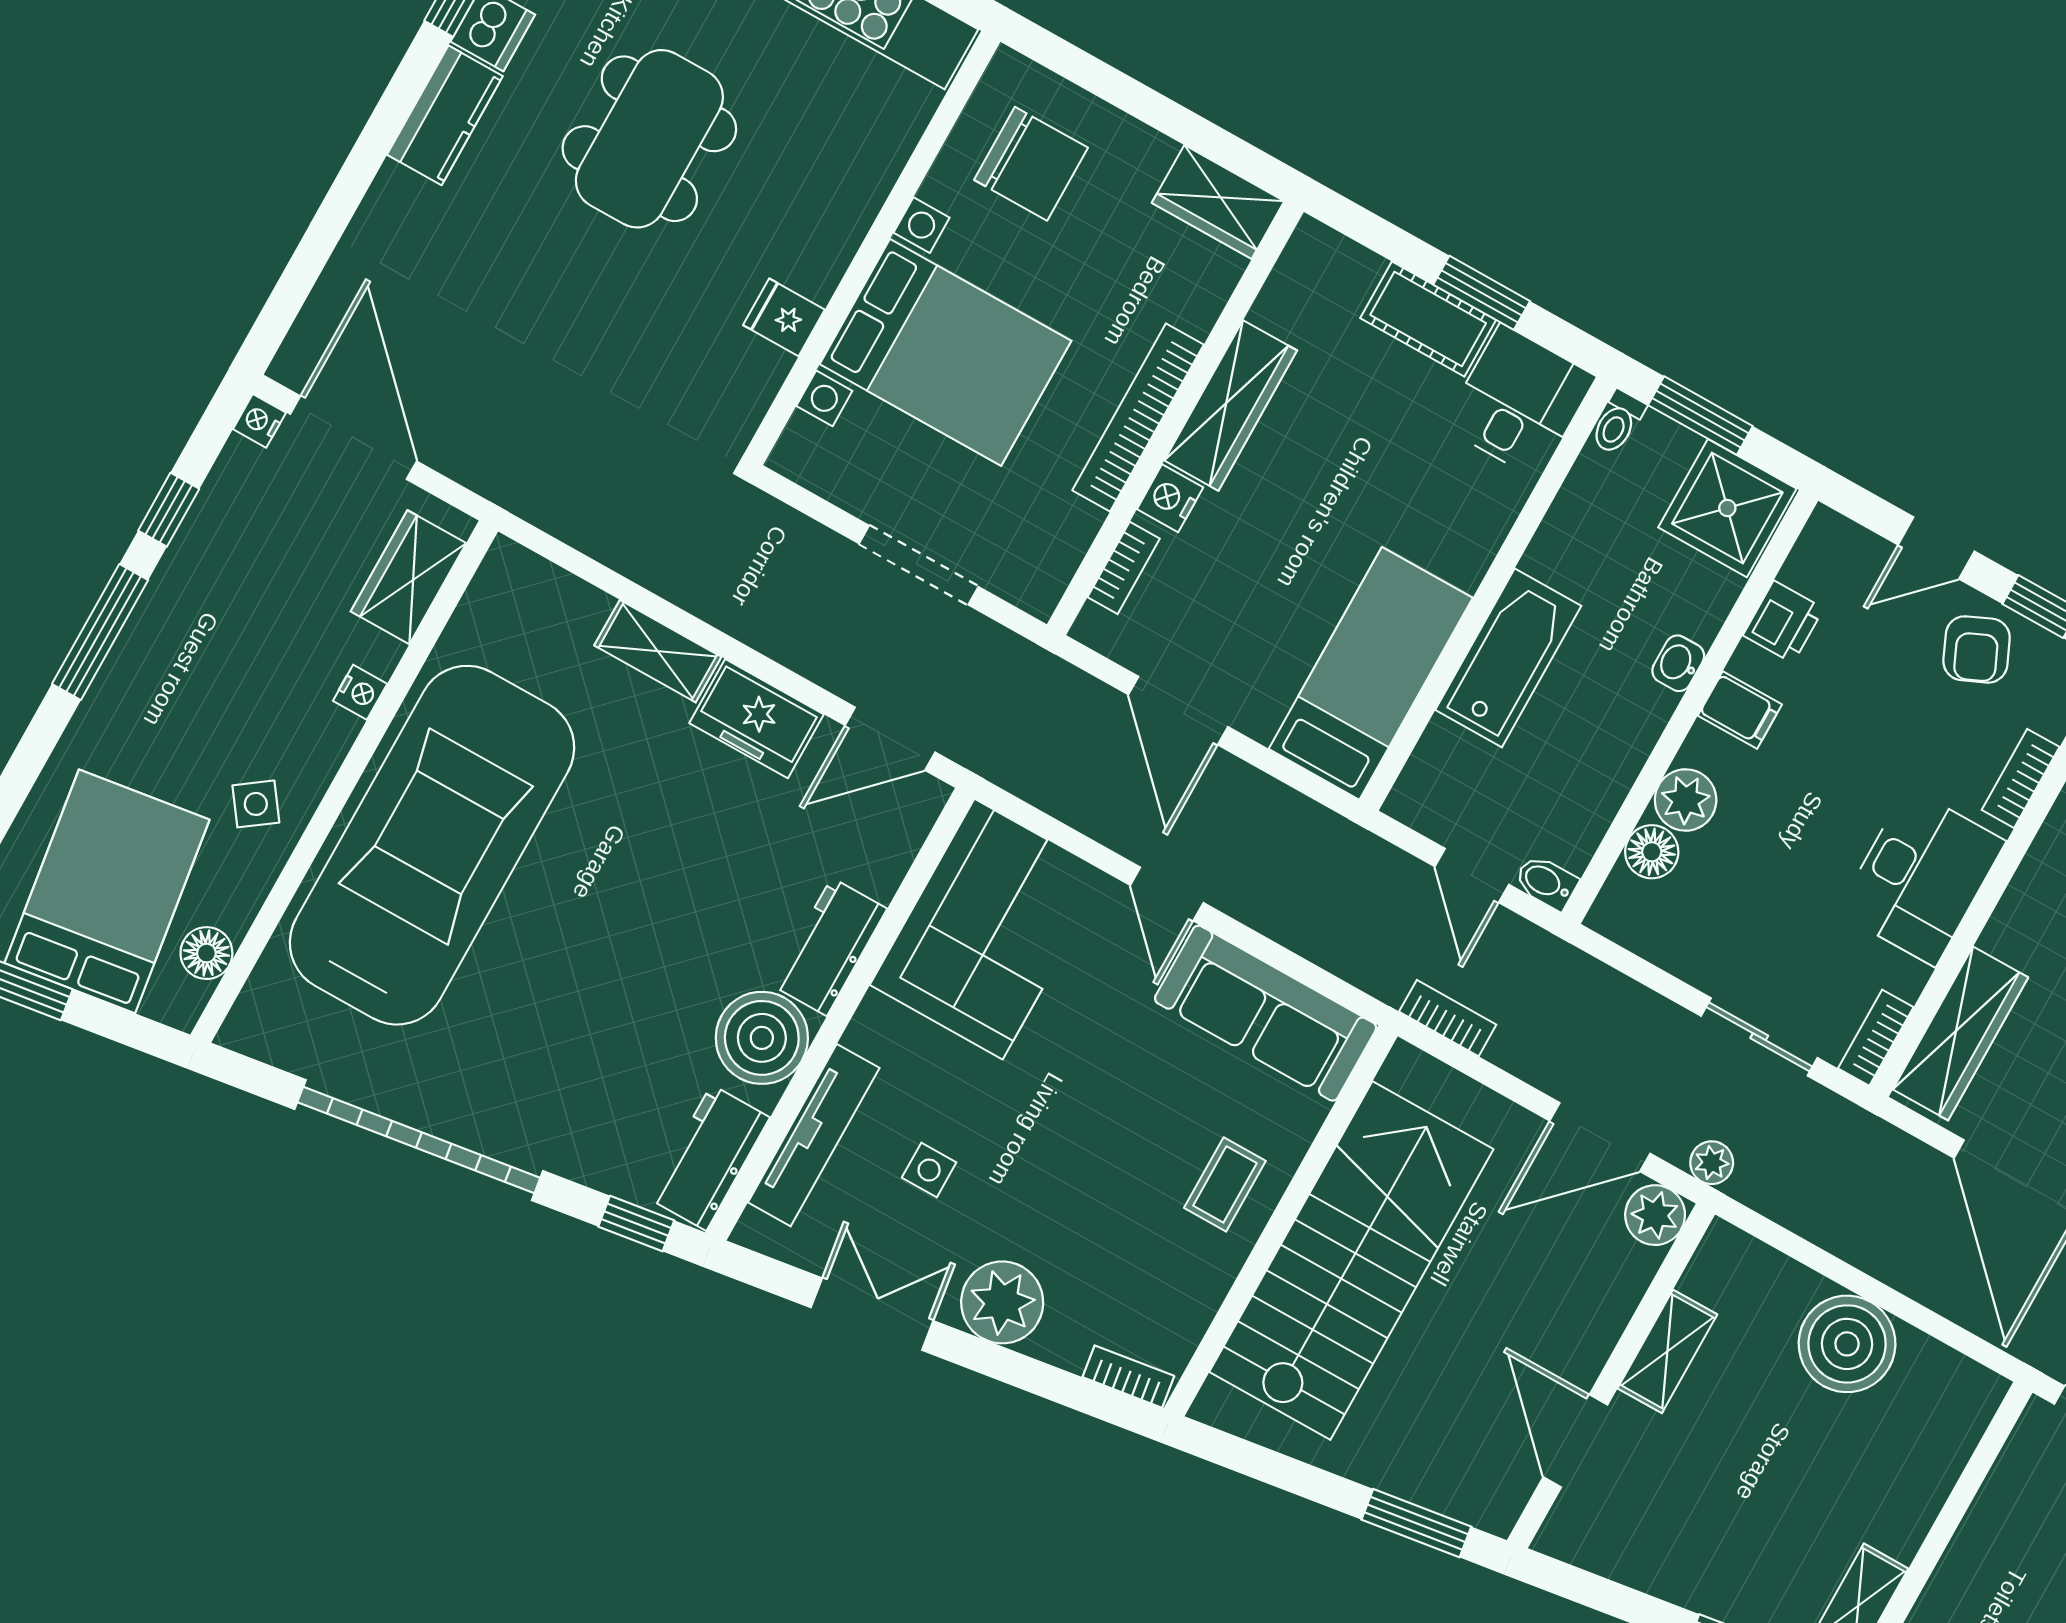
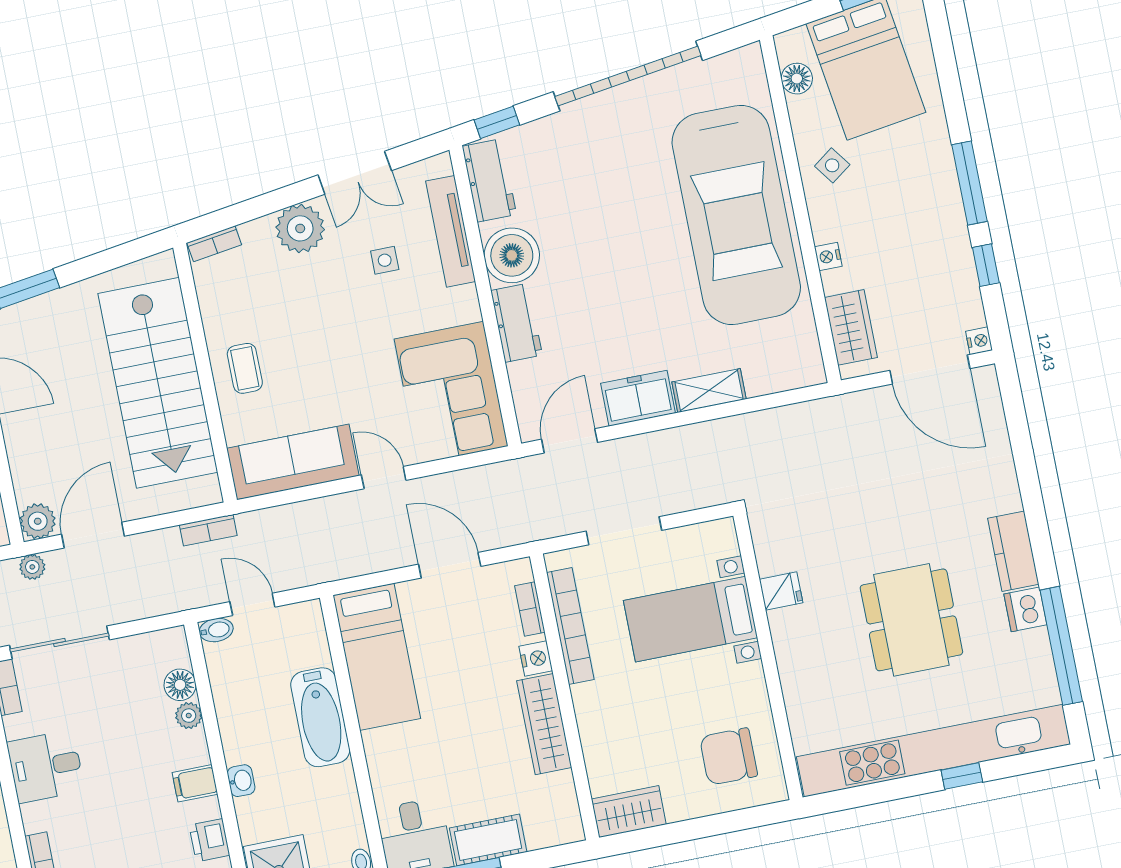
bed with nightstands: (946, 352) -> (690, 619), width x0.73
bookcase: (1138, 417) -> (570, 626), moved
plant: (1686, 800) -> (189, 716), width x0.73, depth x0.73
desk: (1921, 877) -> (46, 767), width x0.73
sliding door: (1759, 1037) -> (59, 643), width x1.37

